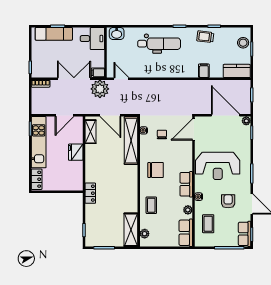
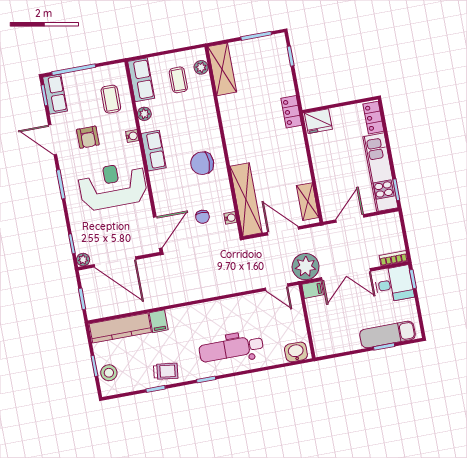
desk: (92, 39) -> (394, 284), moved, turned 180
kitchen counter: (237, 71) -> (120, 328), width x1.50
fridge: (76, 152) -> (318, 121), moved, turned 90
coffee table: (151, 205) -> (178, 80), moved

